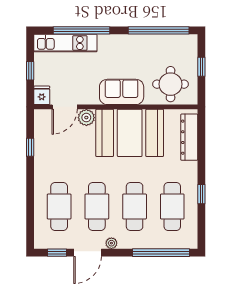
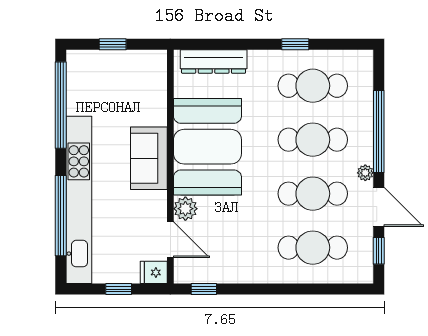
kitchen unit: (65, 43) -> (79, 200), width x1.86
round table: (171, 84) -> (138, 88), removed
window: (30, 147) -> (204, 289), moved
window: (161, 253) -> (379, 131), moved

